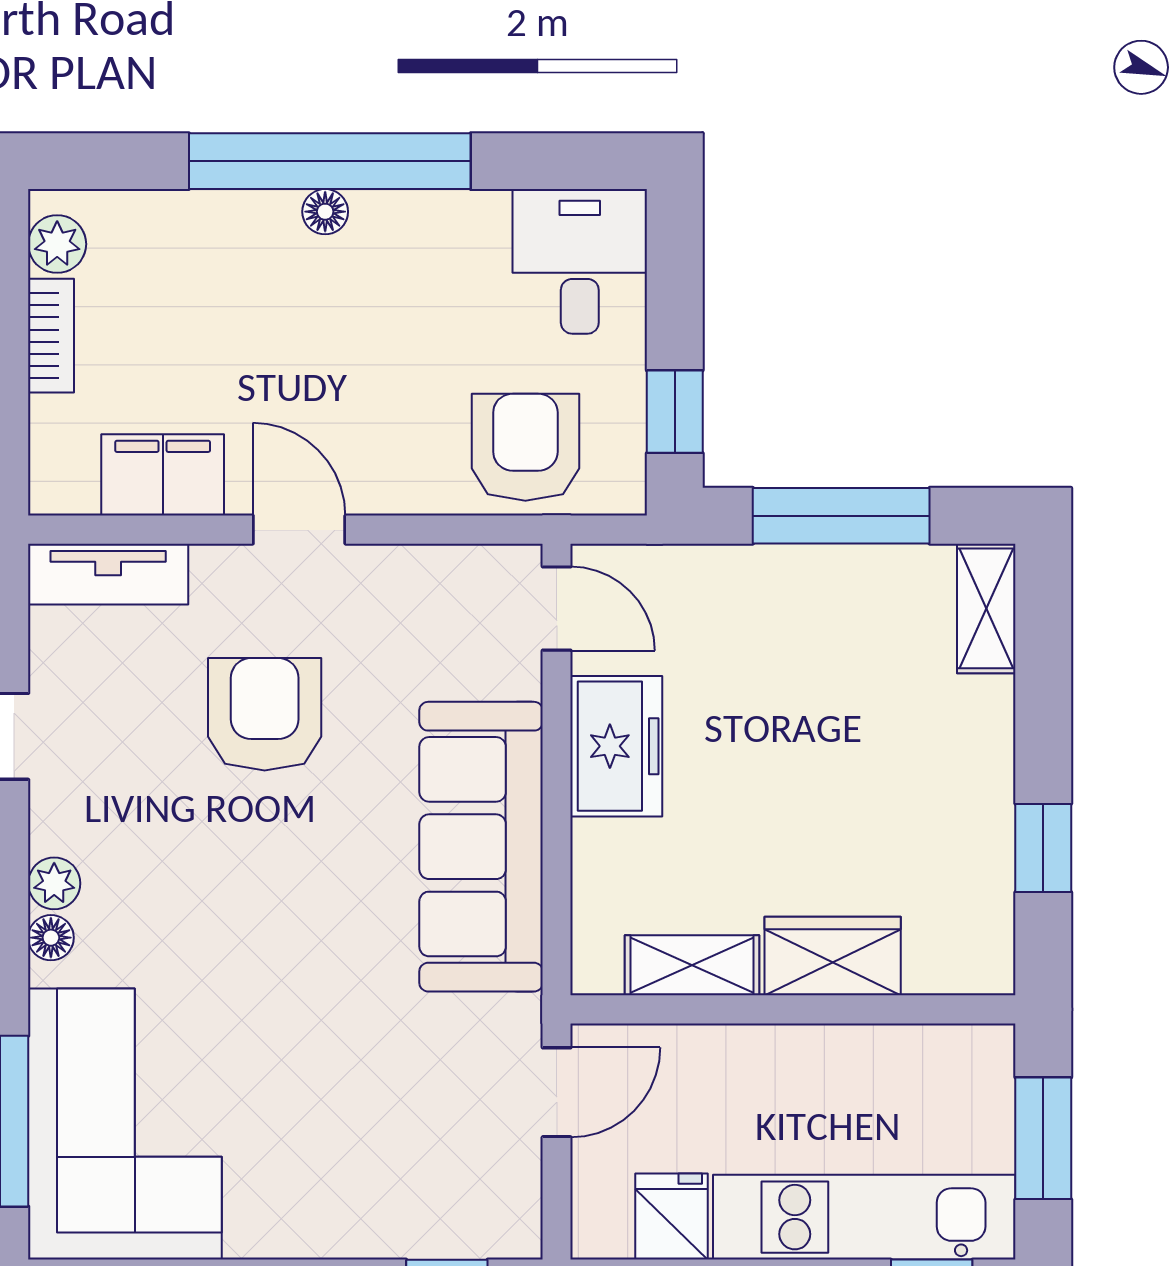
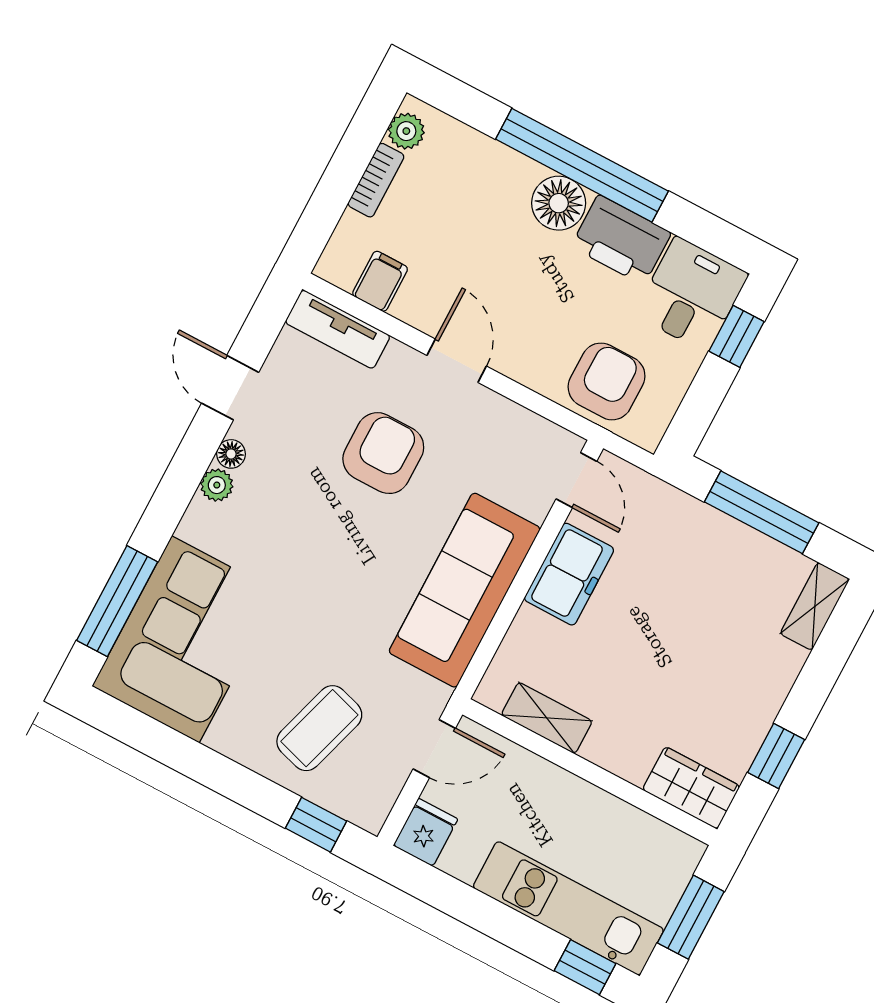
floor lamp: (325, 212) -> (559, 203), width x1.89, depth x1.89
printer: (440, 237) -> (621, 240), added
window: (675, 412) -> (737, 336), moved
filing cabinet: (163, 475) -> (380, 281), width x0.50
floor lamp: (51, 938) -> (231, 454), moved
wardrobe: (833, 956) -> (691, 788), moved
coffee table: (380, 1149) -> (319, 728), added
fridge: (671, 1217) -> (426, 832), moved

